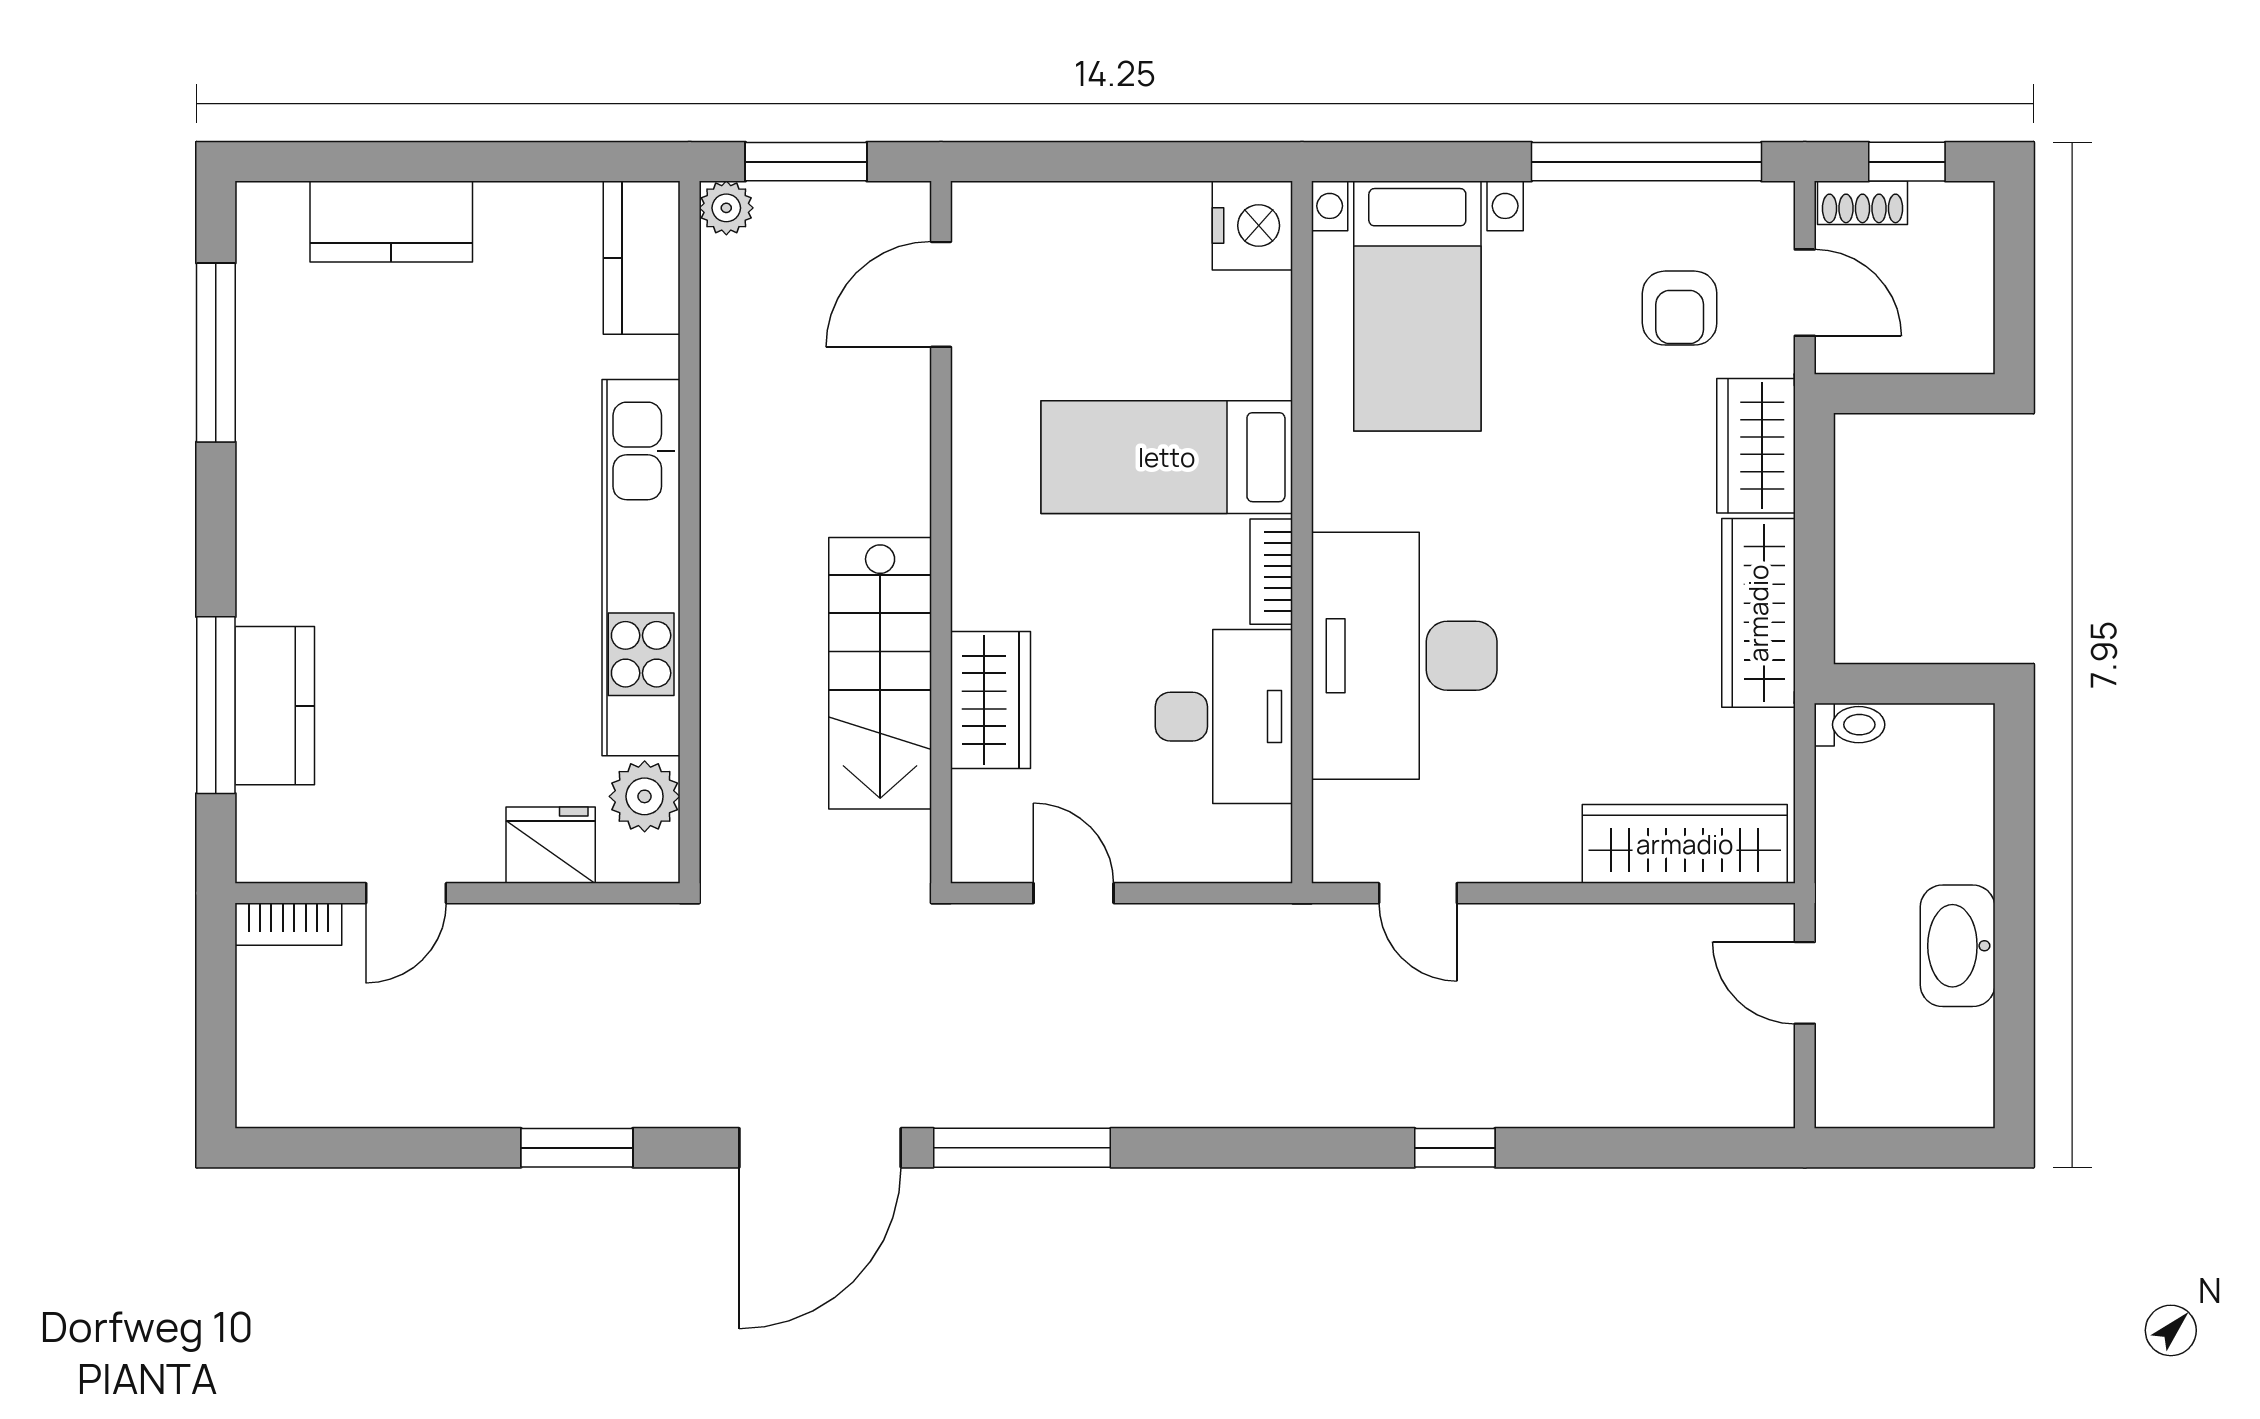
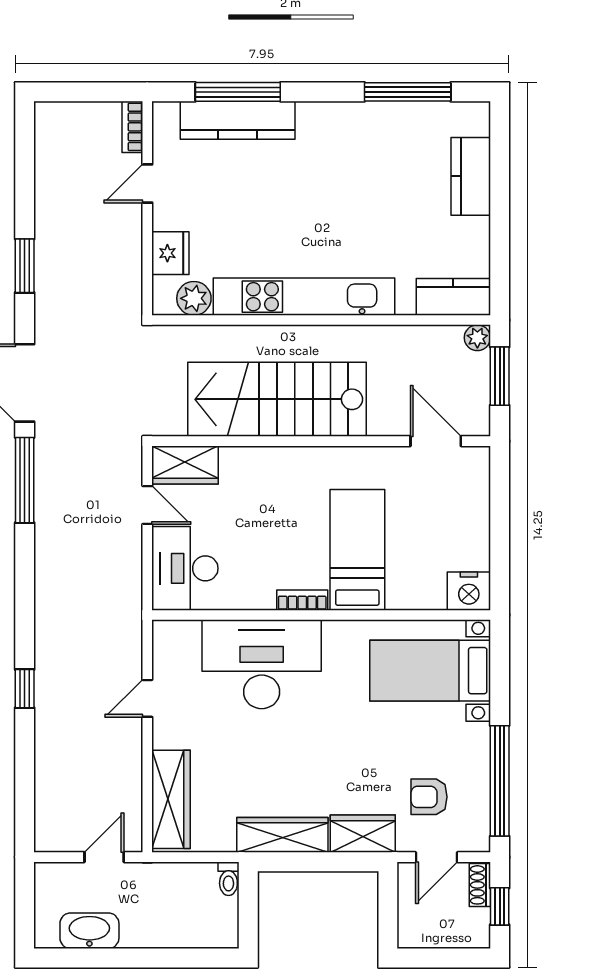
stairs: (880, 673) -> (277, 399), width x1.36, depth x1.51
wardrobe: (991, 700) -> (185, 465), moved
kitchen counter: (275, 706) -> (238, 120), width x1.50
desk: (1224, 717) -> (185, 568), moved, turned 90
door: (406, 893) -> (147, 184), hinge flipped
door: (1074, 893) -> (147, 505), hinge flipped
door: (1418, 893) -> (147, 698), moved
washbasin: (1958, 946) -> (89, 931), moved

